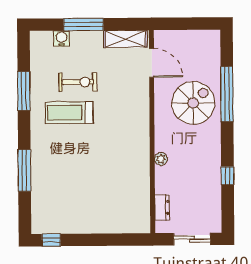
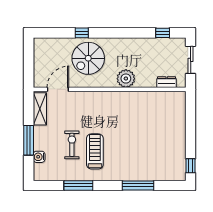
window: (227, 94) -> (82, 33), width x0.32
spiral stairs: (193, 103) -> (88, 58), turned -90
treadmill: (69, 113) -> (95, 151), turned 180
plant: (161, 159) -> (126, 79), width x1.88, depth x1.88
window: (227, 176) -> (163, 33), moved

